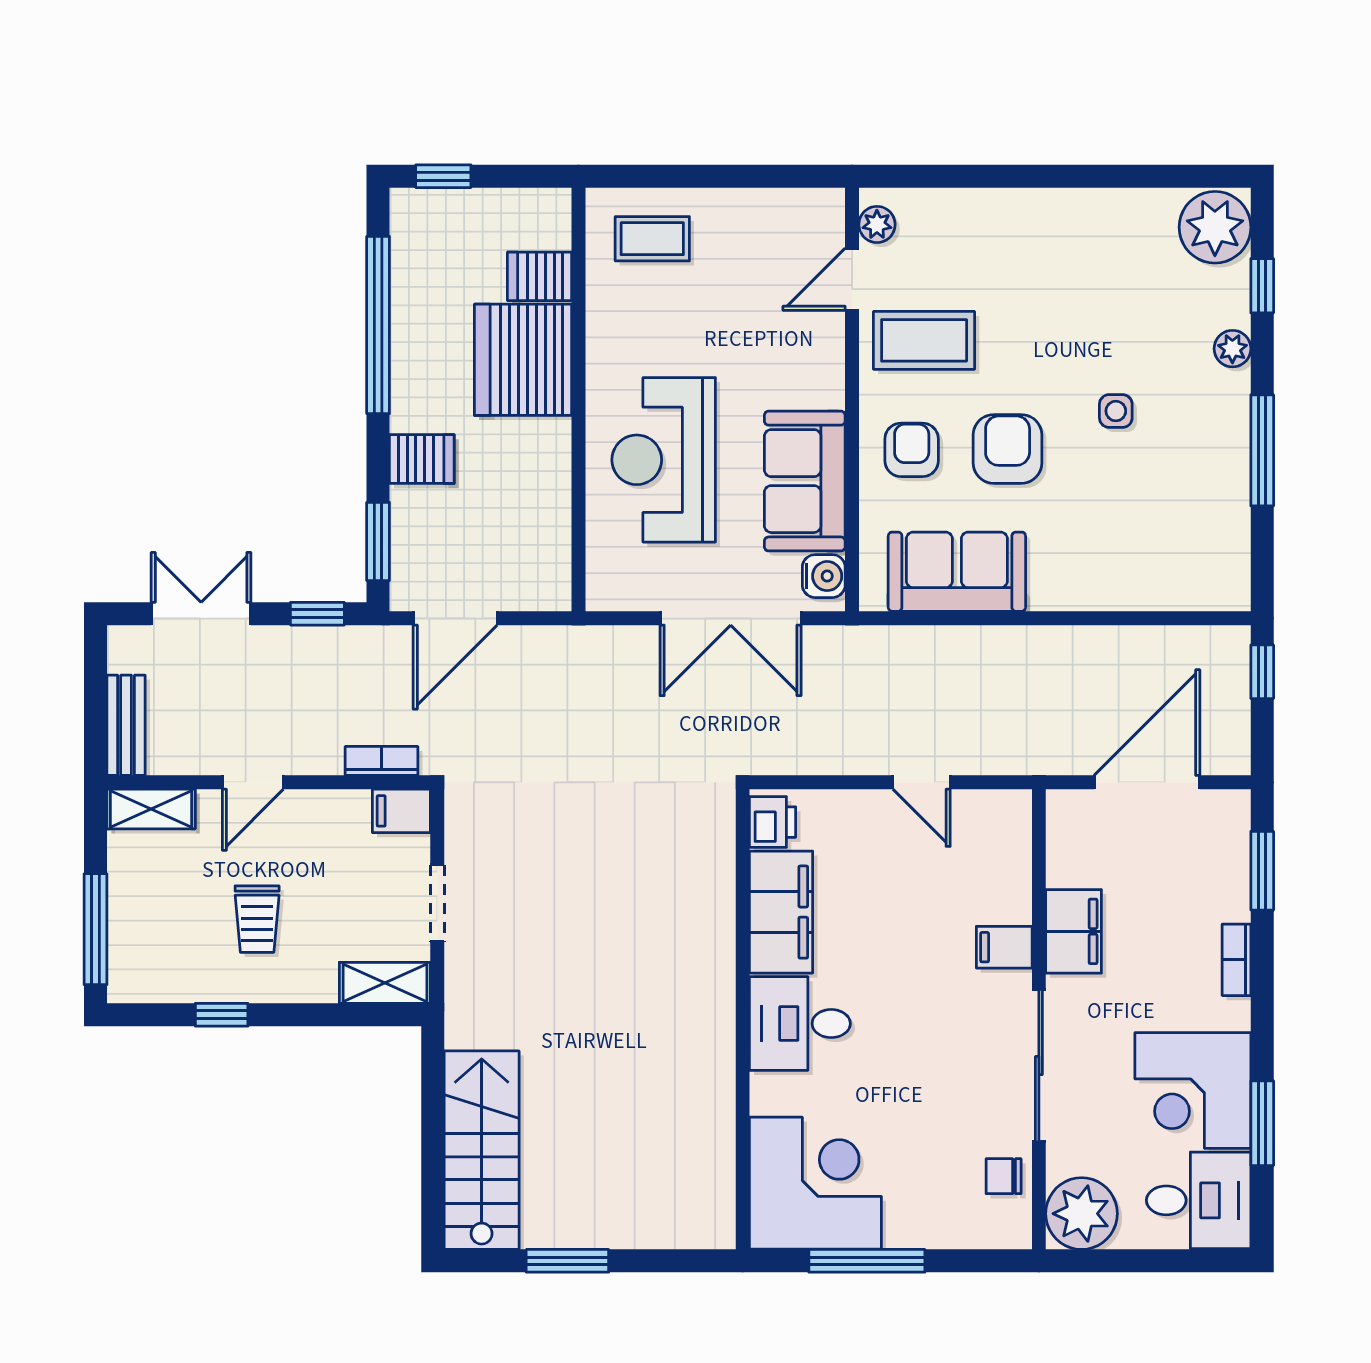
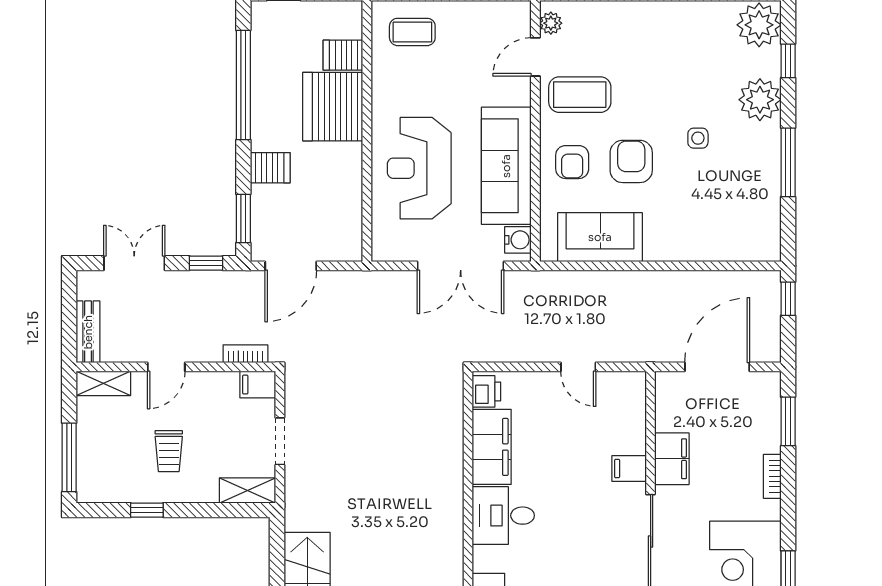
plant: (1232, 349) -> (760, 100), width x1.88, depth x1.88
armchair: (912, 450) -> (572, 162), turned 180
sofa: (805, 481) -> (506, 166), width x1.36

